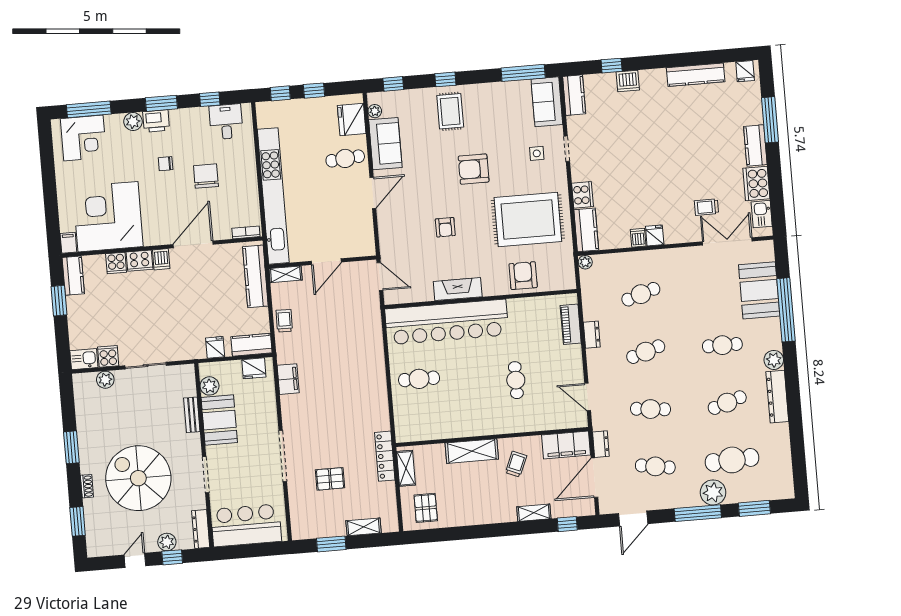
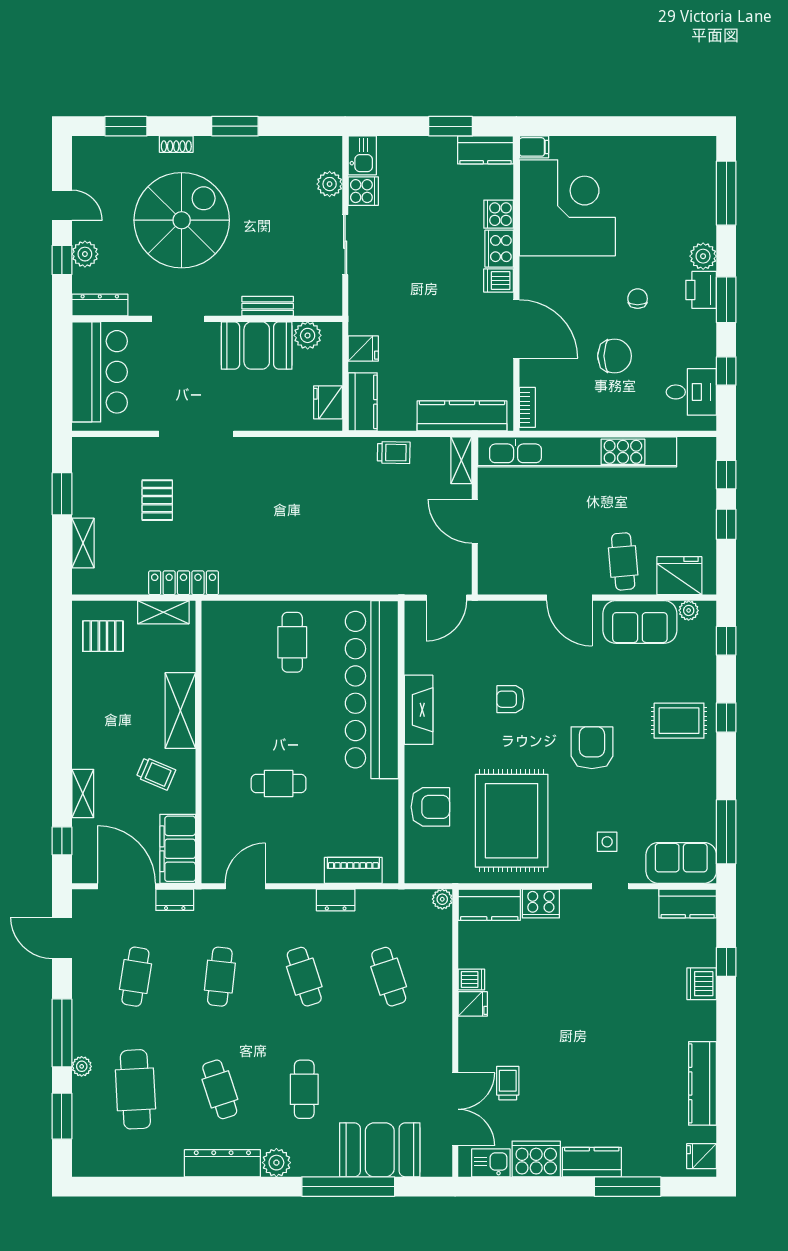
corner desk: (83, 138) -> (685, 182), removed
filing cabinet: (288, 379) -> (308, 451), removed
plant: (713, 492) -> (82, 1066), width x0.53, depth x0.53

